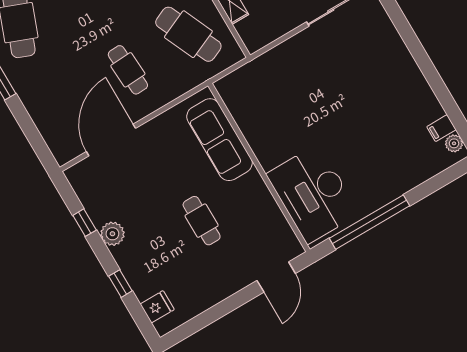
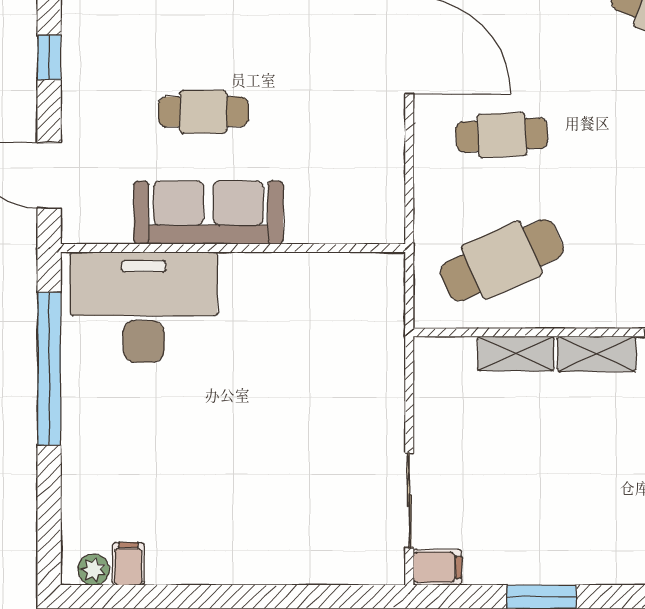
sofa: (219, 140) -> (208, 213), moved
window: (219, 311) -> (49, 58), added

